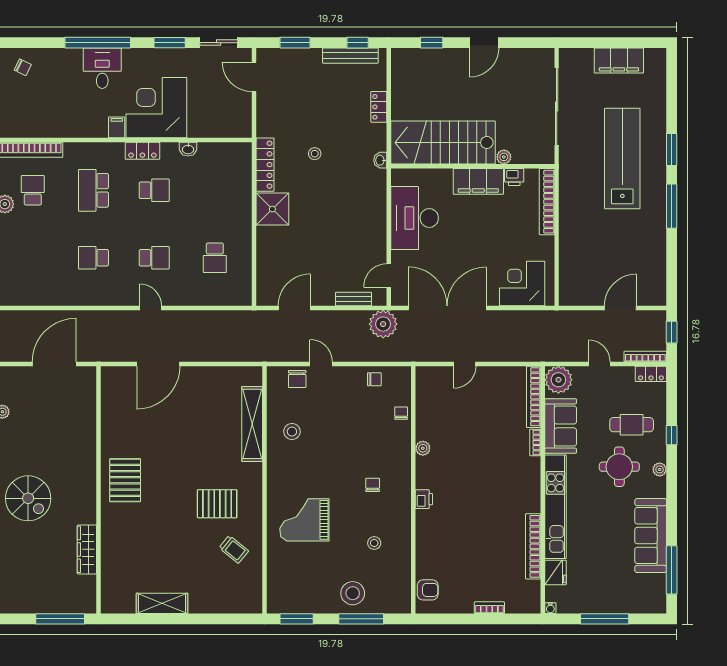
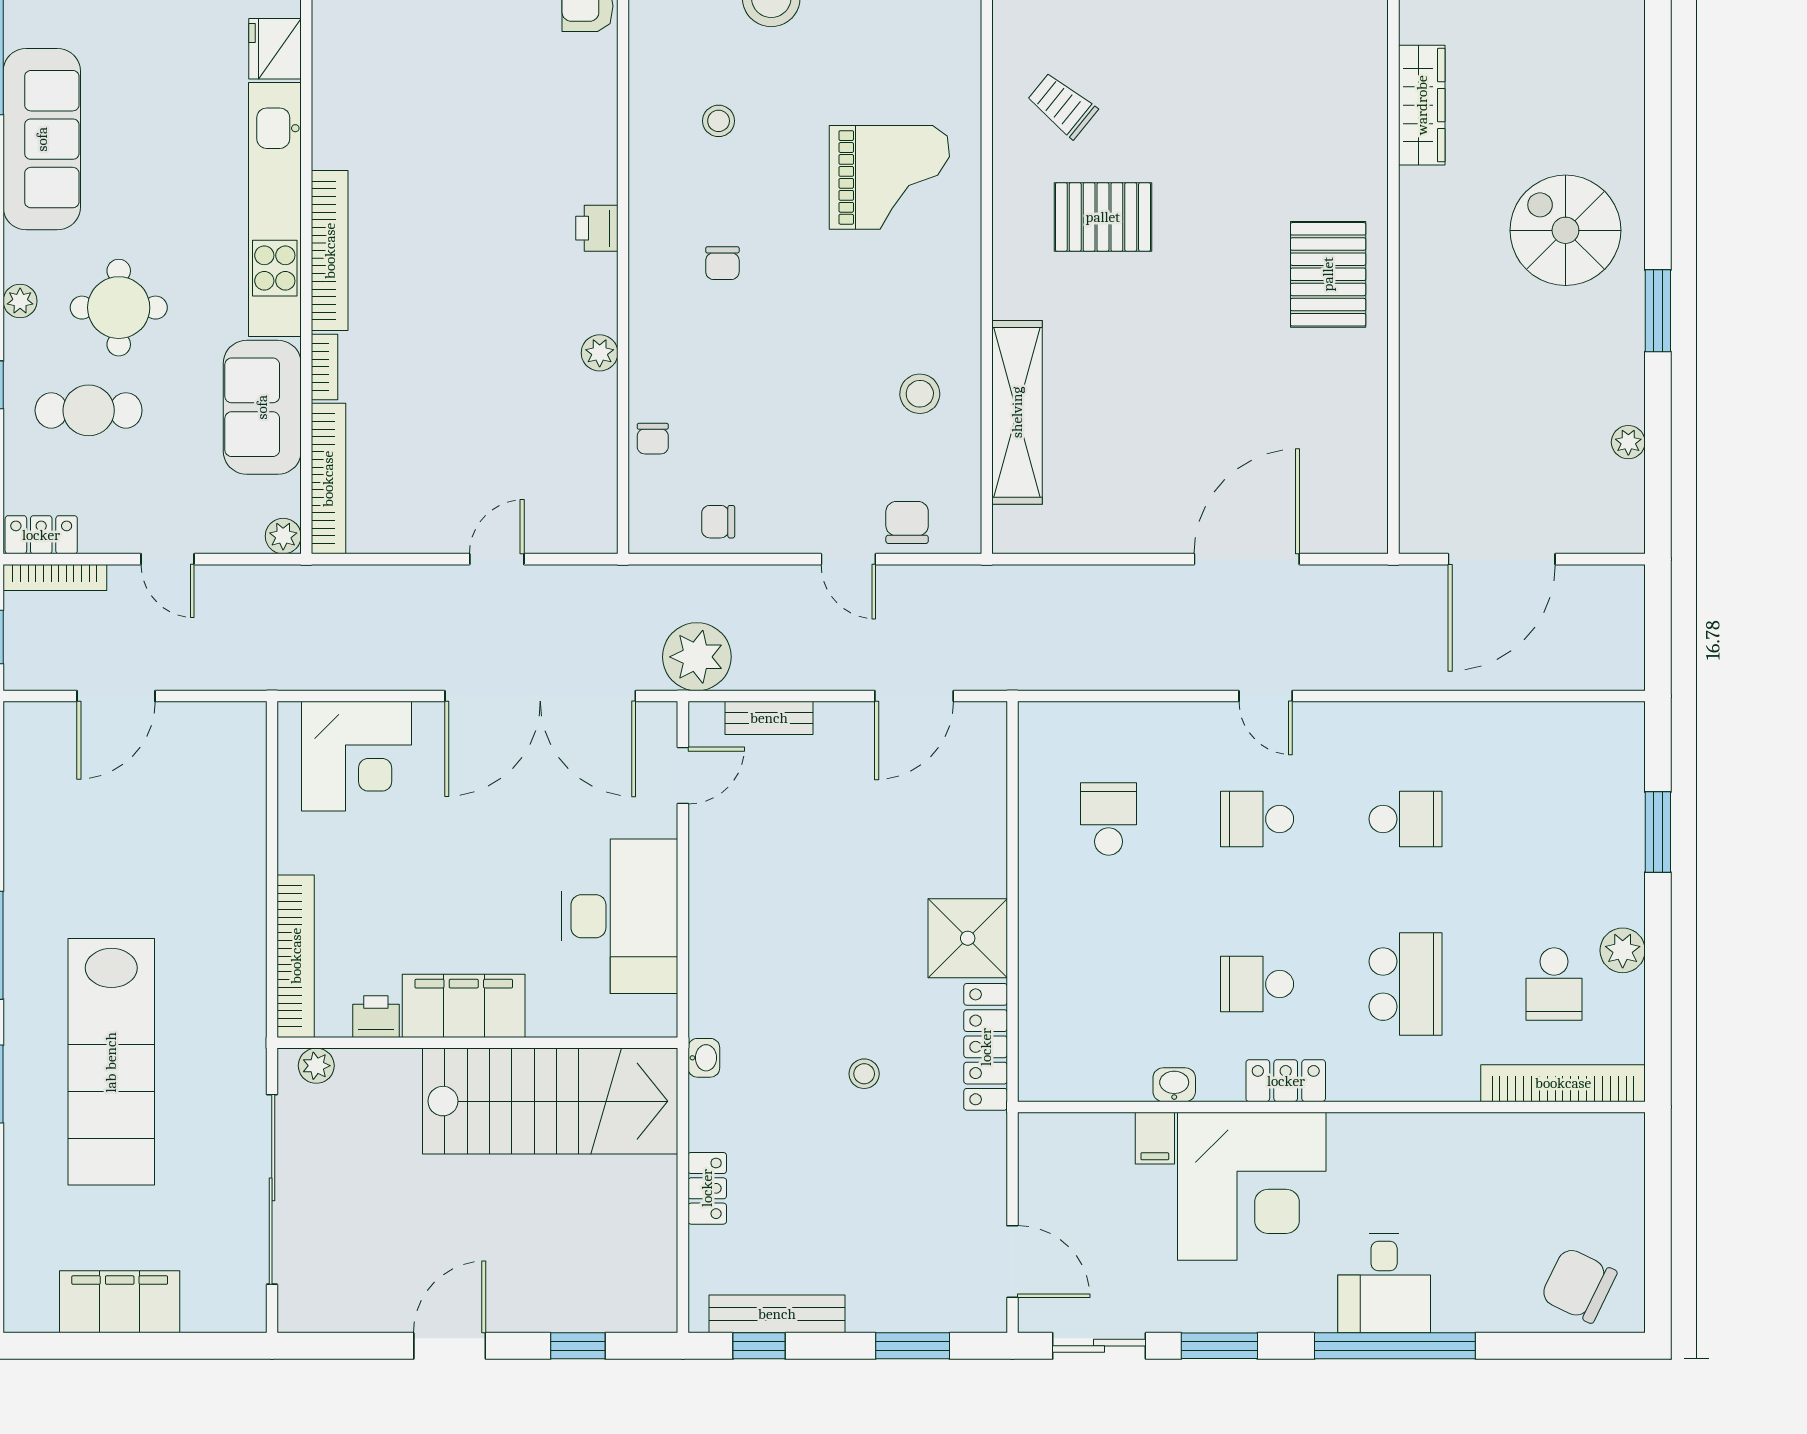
chair: (23, 67) -> (1579, 1285), width x1.87, depth x1.87
filing cabinet: (117, 127) -> (1155, 1138), moved
plant: (504, 157) -> (316, 1066), moved
plant: (558, 380) -> (283, 536), width x0.53, depth x0.53
bookcase: (533, 546) -> (330, 251), moved

